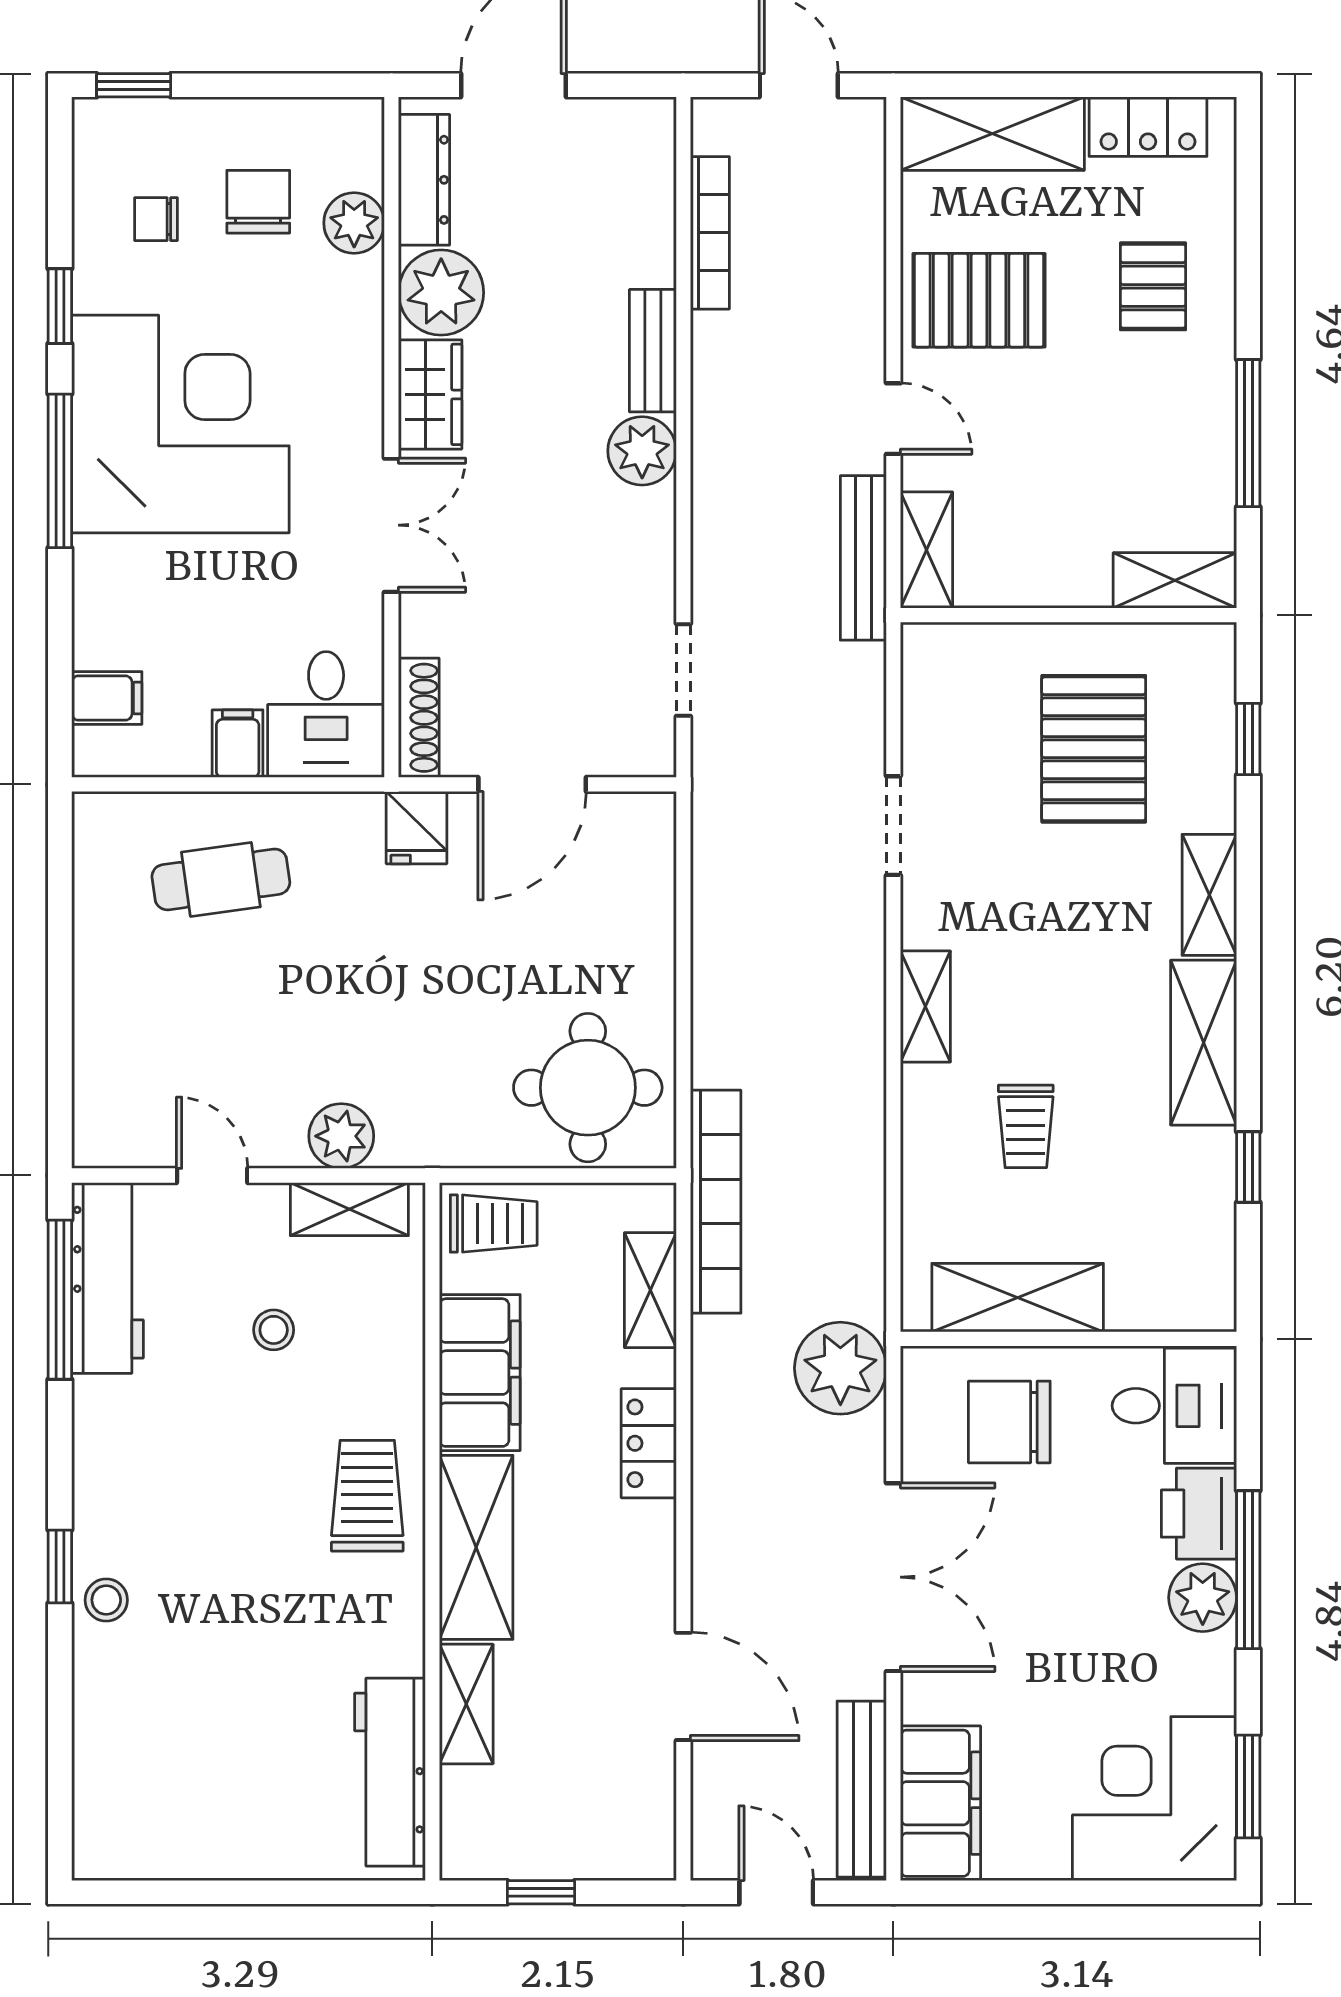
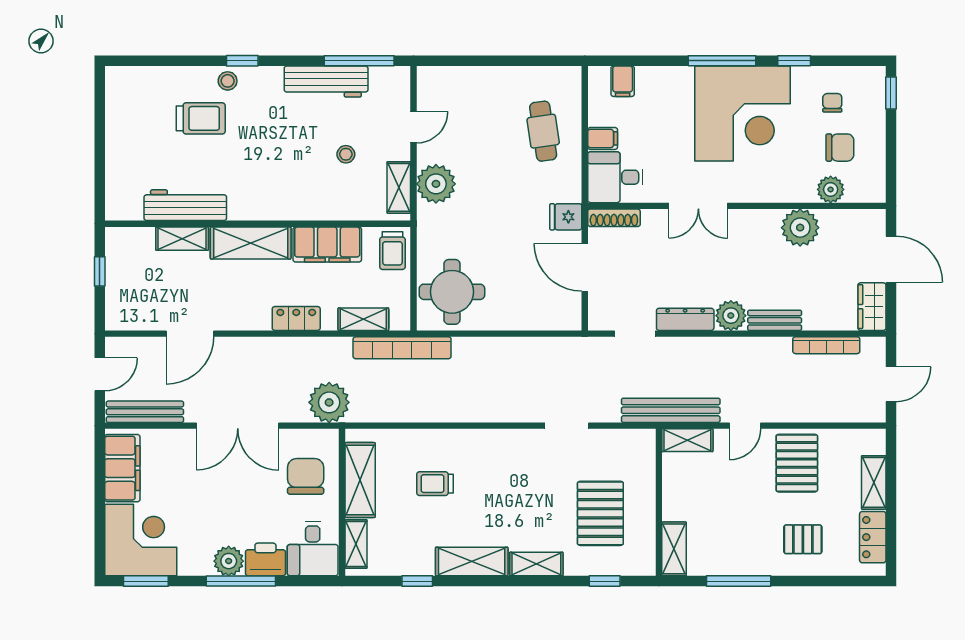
shelving: (992, 134) -> (874, 482), width x0.67, depth x0.75
dresser: (424, 180) -> (685, 319), moved, turned 180
wardrobe: (430, 394) -> (872, 307), moved, turned 90
bench: (863, 558) -> (671, 410), width x1.37, depth x1.21
pallet: (1094, 749) -> (600, 513), turned 90
shelving: (925, 1007) -> (356, 544), moved, turned 90
plant: (341, 1136) -> (436, 184), width x1.36, depth x1.36
workbench: (107, 1278) -> (326, 81), moved
trolley: (367, 1496) -> (201, 118), moved
workbench: (390, 1772) -> (185, 205), moved
filing cabinet: (940, 1803) -> (122, 468), moved, turned -90

